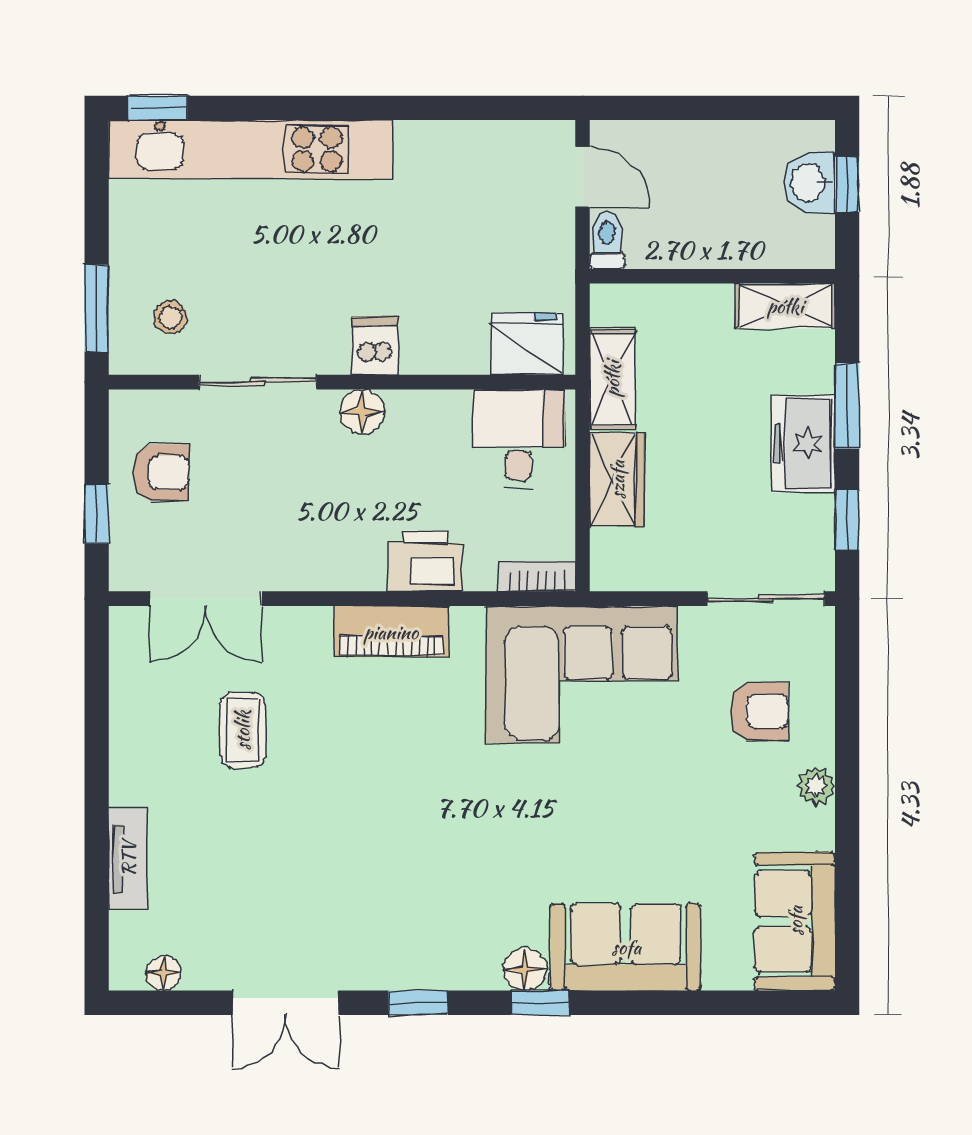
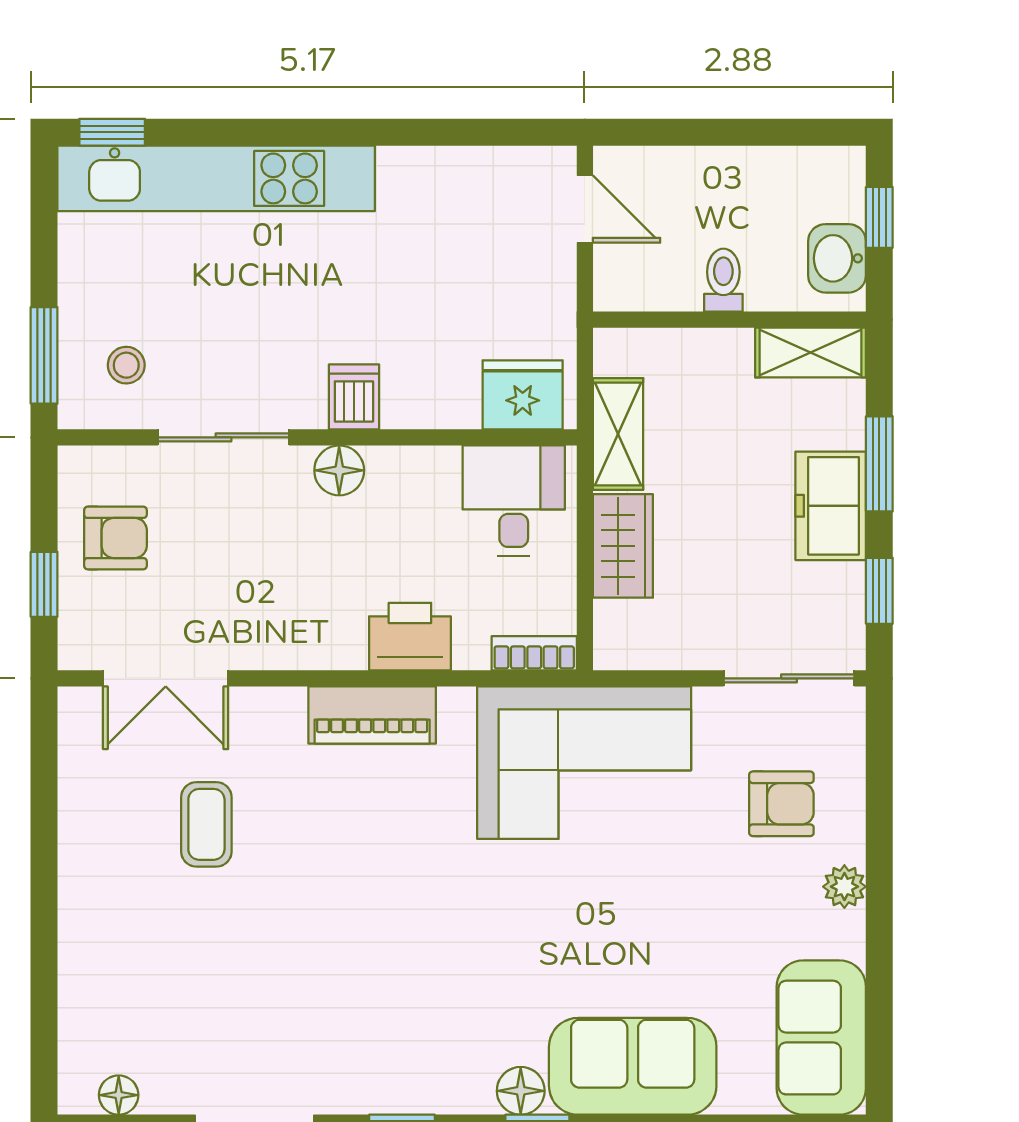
washbasin: (809, 182) -> (837, 258), moved
toilet: (607, 241) -> (723, 280), moved
tv unit: (128, 859) -> (79, 968), removed

